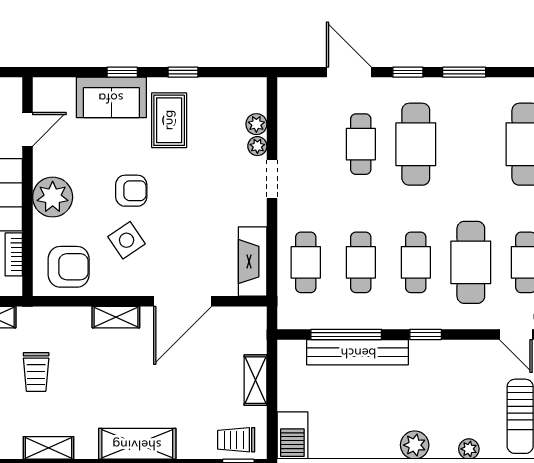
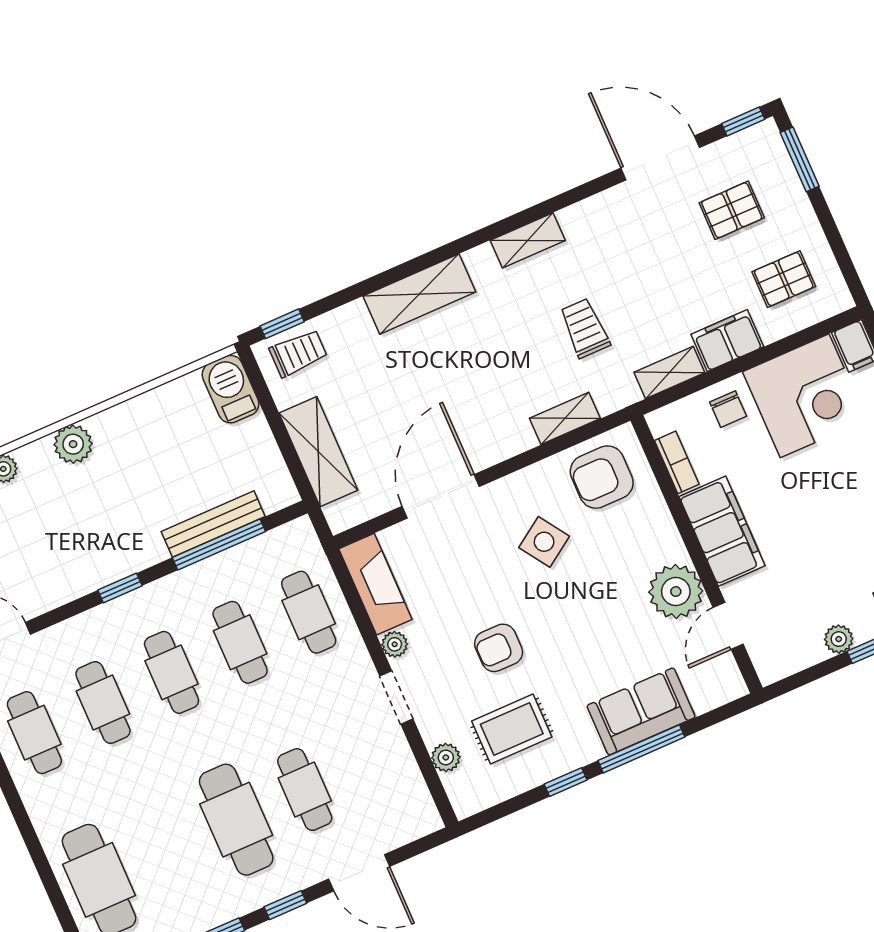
window: (122, 72) -> (641, 749), width x2.17
rug: (169, 120) -> (512, 729), moved, turned 90
plant: (257, 146) -> (395, 644), moved
armchair: (131, 191) -> (499, 648), moved
plant: (53, 197) -> (676, 592), moved
cafe table: (471, 262) -> (103, 702), width x0.73, depth x0.74
shelving: (116, 317) -> (565, 418), moved
bench: (358, 352) -> (213, 524), width x0.73, depth x0.82
shelving: (256, 380) -> (318, 452), width x1.50, depth x1.33

